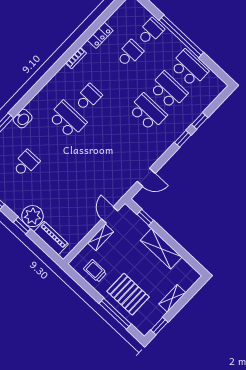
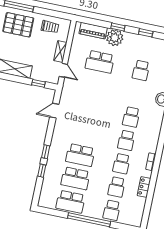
school desk: (109, 76) -> (121, 164), added
school desk: (67, 119) -> (131, 117), width x0.54
school desk: (65, 200) -> (100, 62), added

